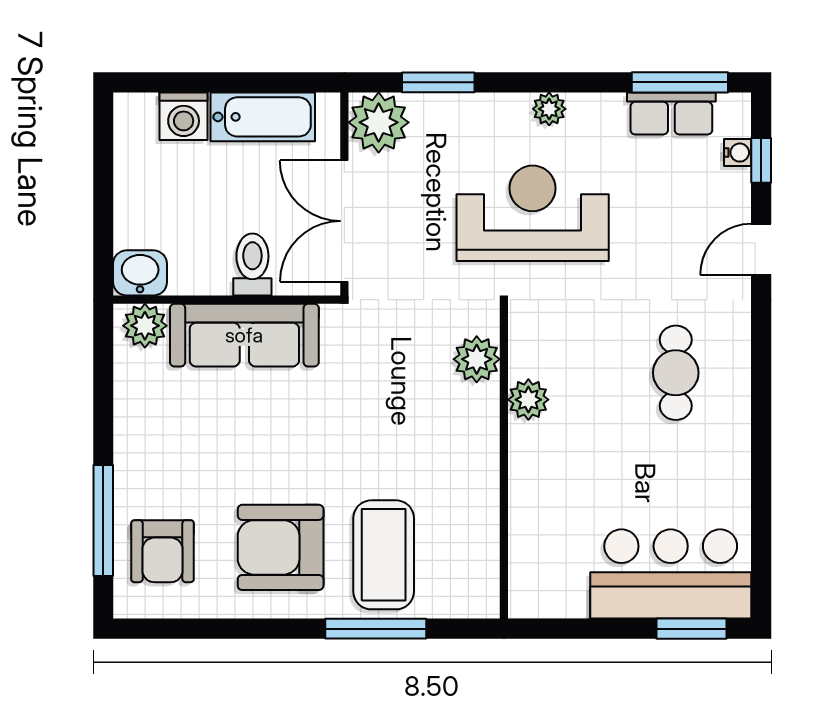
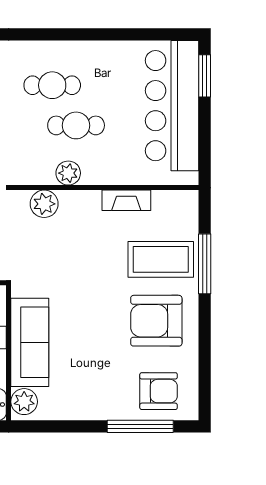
cafe table: (608, 413) -> (76, 125), added
fireplace: (483, 497) -> (126, 200), added
armchair: (281, 547) -> (156, 321), turned 90
bar counter: (671, 574) -> (172, 106), width x1.36

